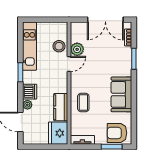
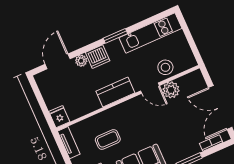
coffee table: (83, 102) -> (108, 139), moved
kitchen counter: (61, 107) -> (115, 92), moved
fridge: (58, 133) -> (59, 117), width x0.53, depth x0.75

